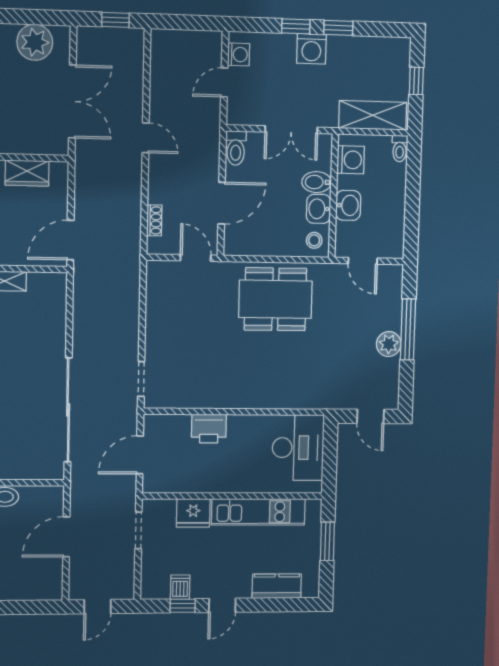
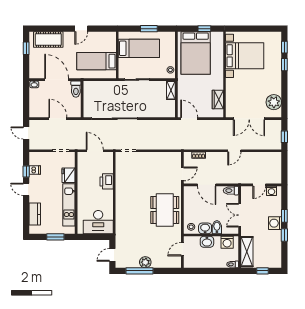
door: (224, 82) -> (259, 185), swing flipped
window: (408, 329) -> (140, 271), moved

